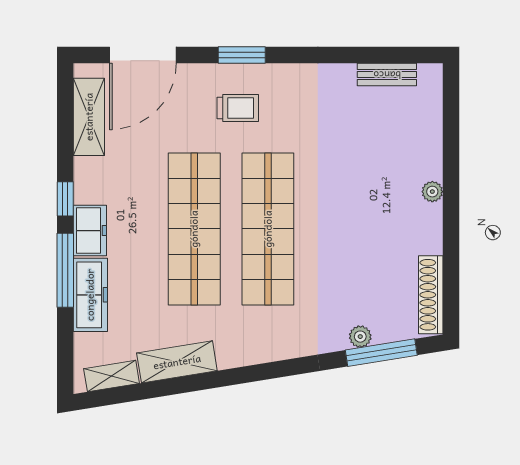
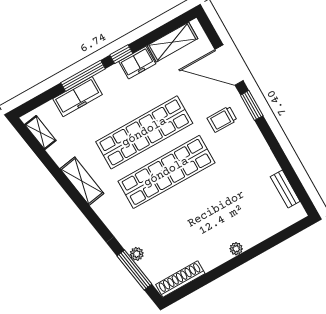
door: (143, 55) -> (229, 65), moved
trolley: (238, 108) -> (222, 119), turned 90
freezer: (90, 231) -> (137, 63), moved
shelving: (177, 362) -> (82, 181), moved

